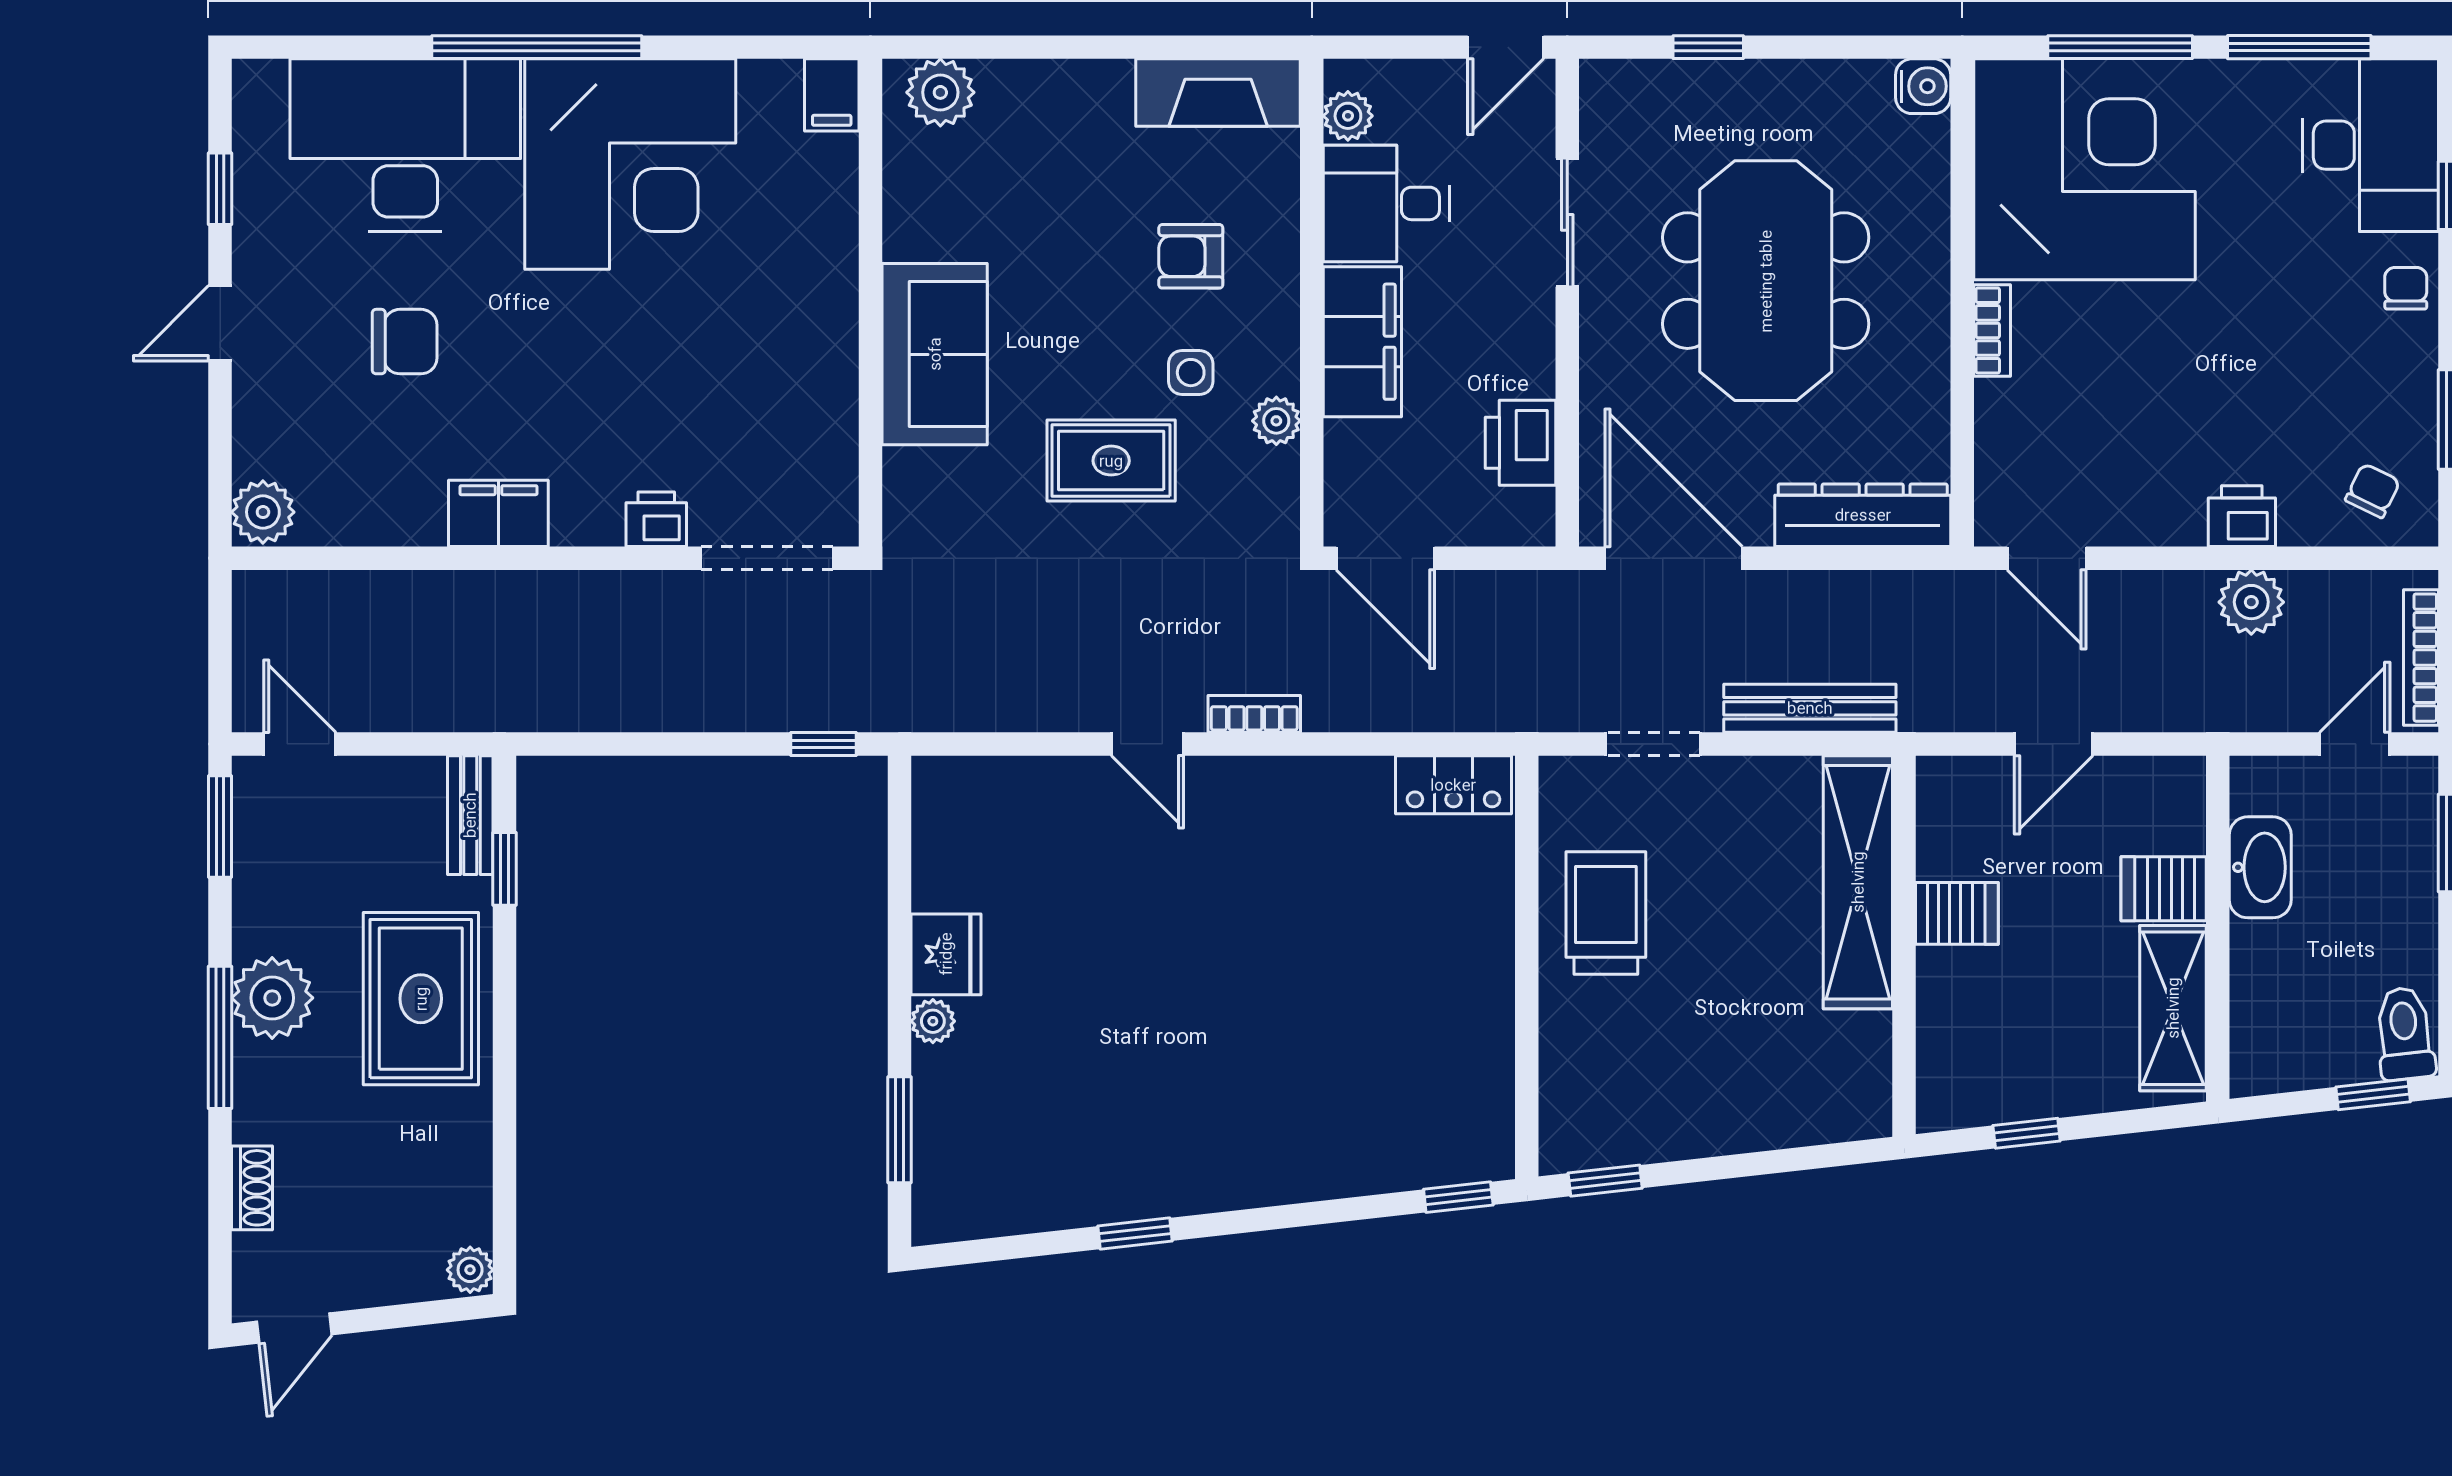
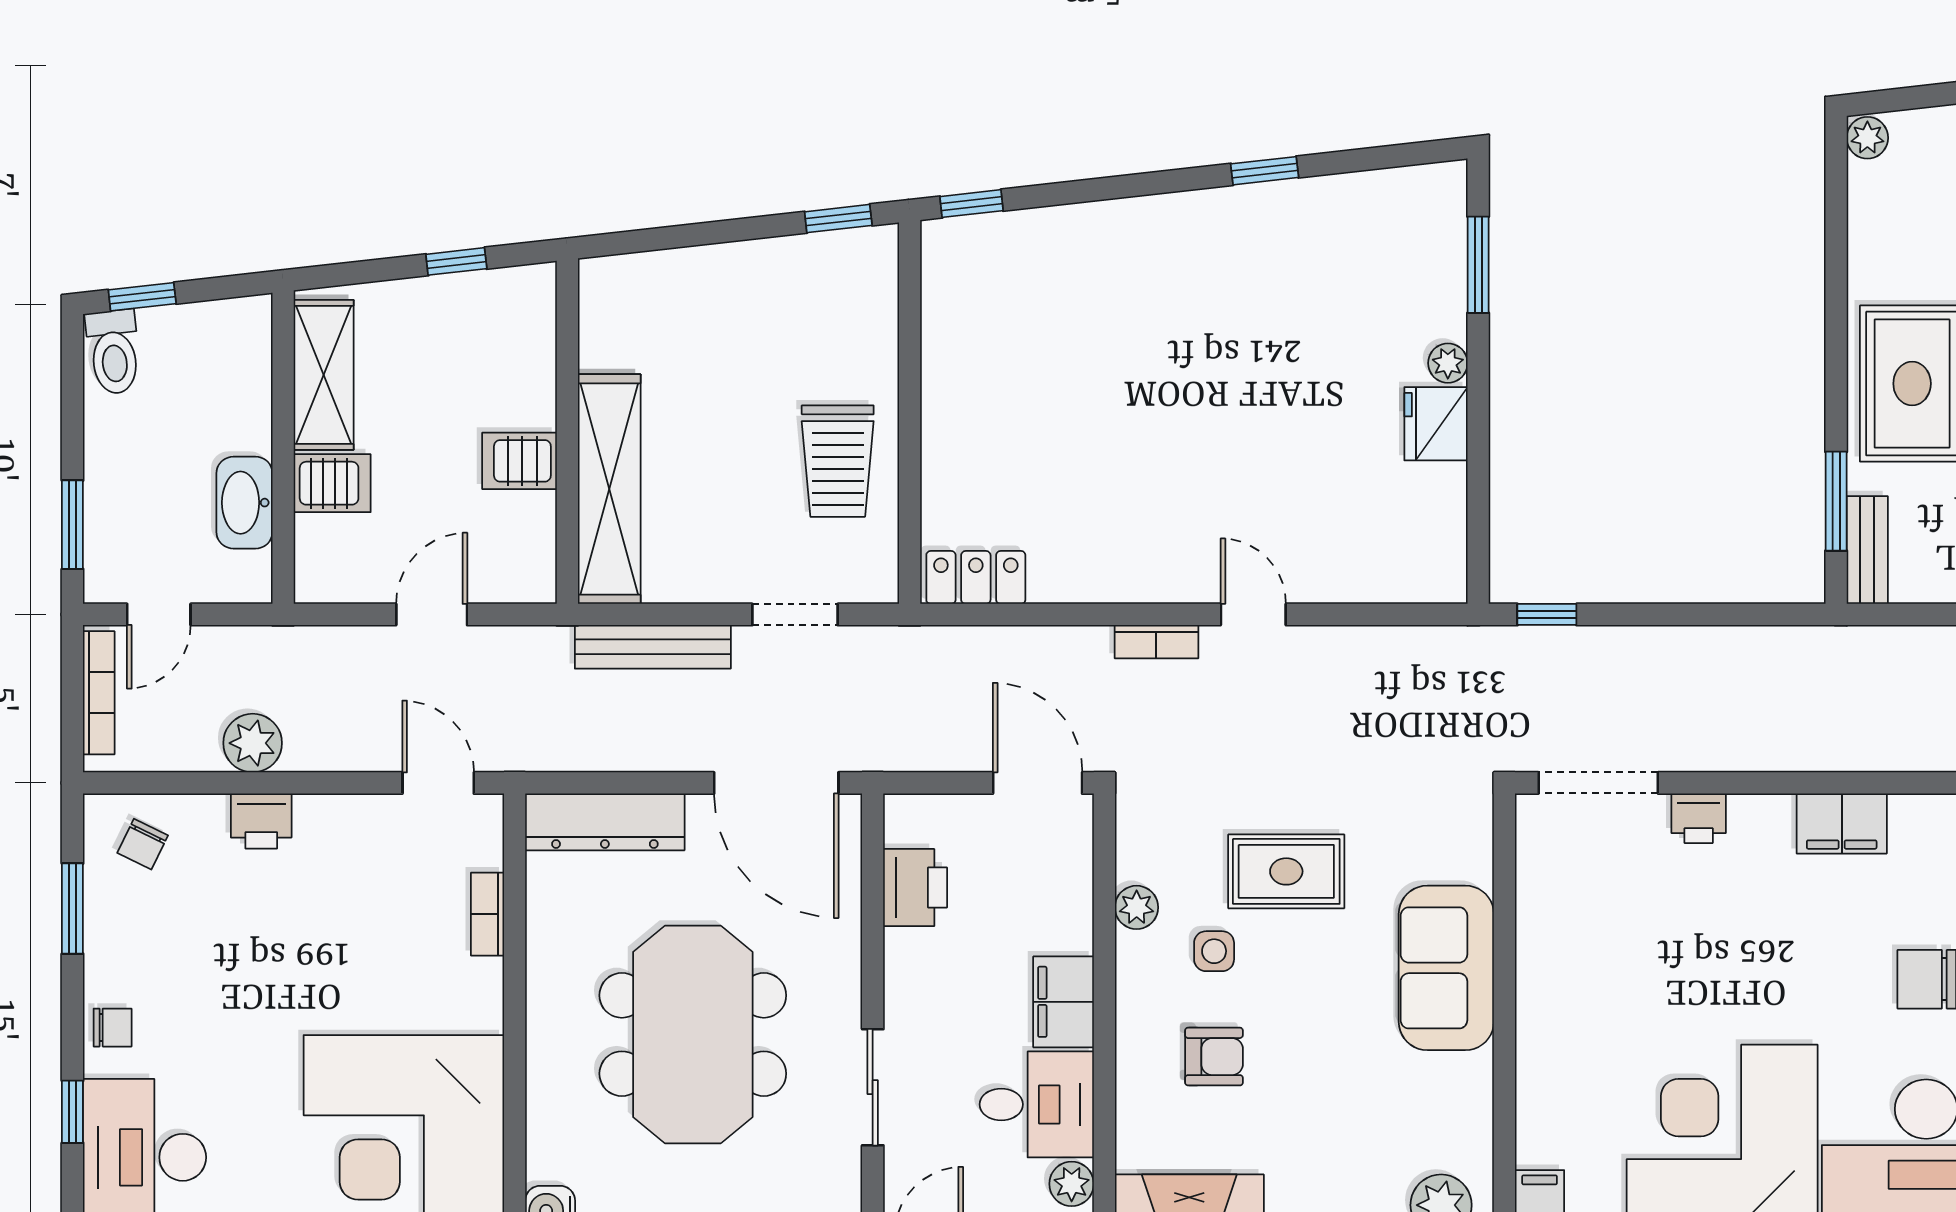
chair: (2406, 288) -> (113, 1028), turned -90
bookcase: (1992, 330) -> (488, 914), moved
filing cabinet: (1362, 342) -> (1064, 1002), width x0.67, depth x0.86
window: (505, 869) -> (1836, 501), width x1.50

